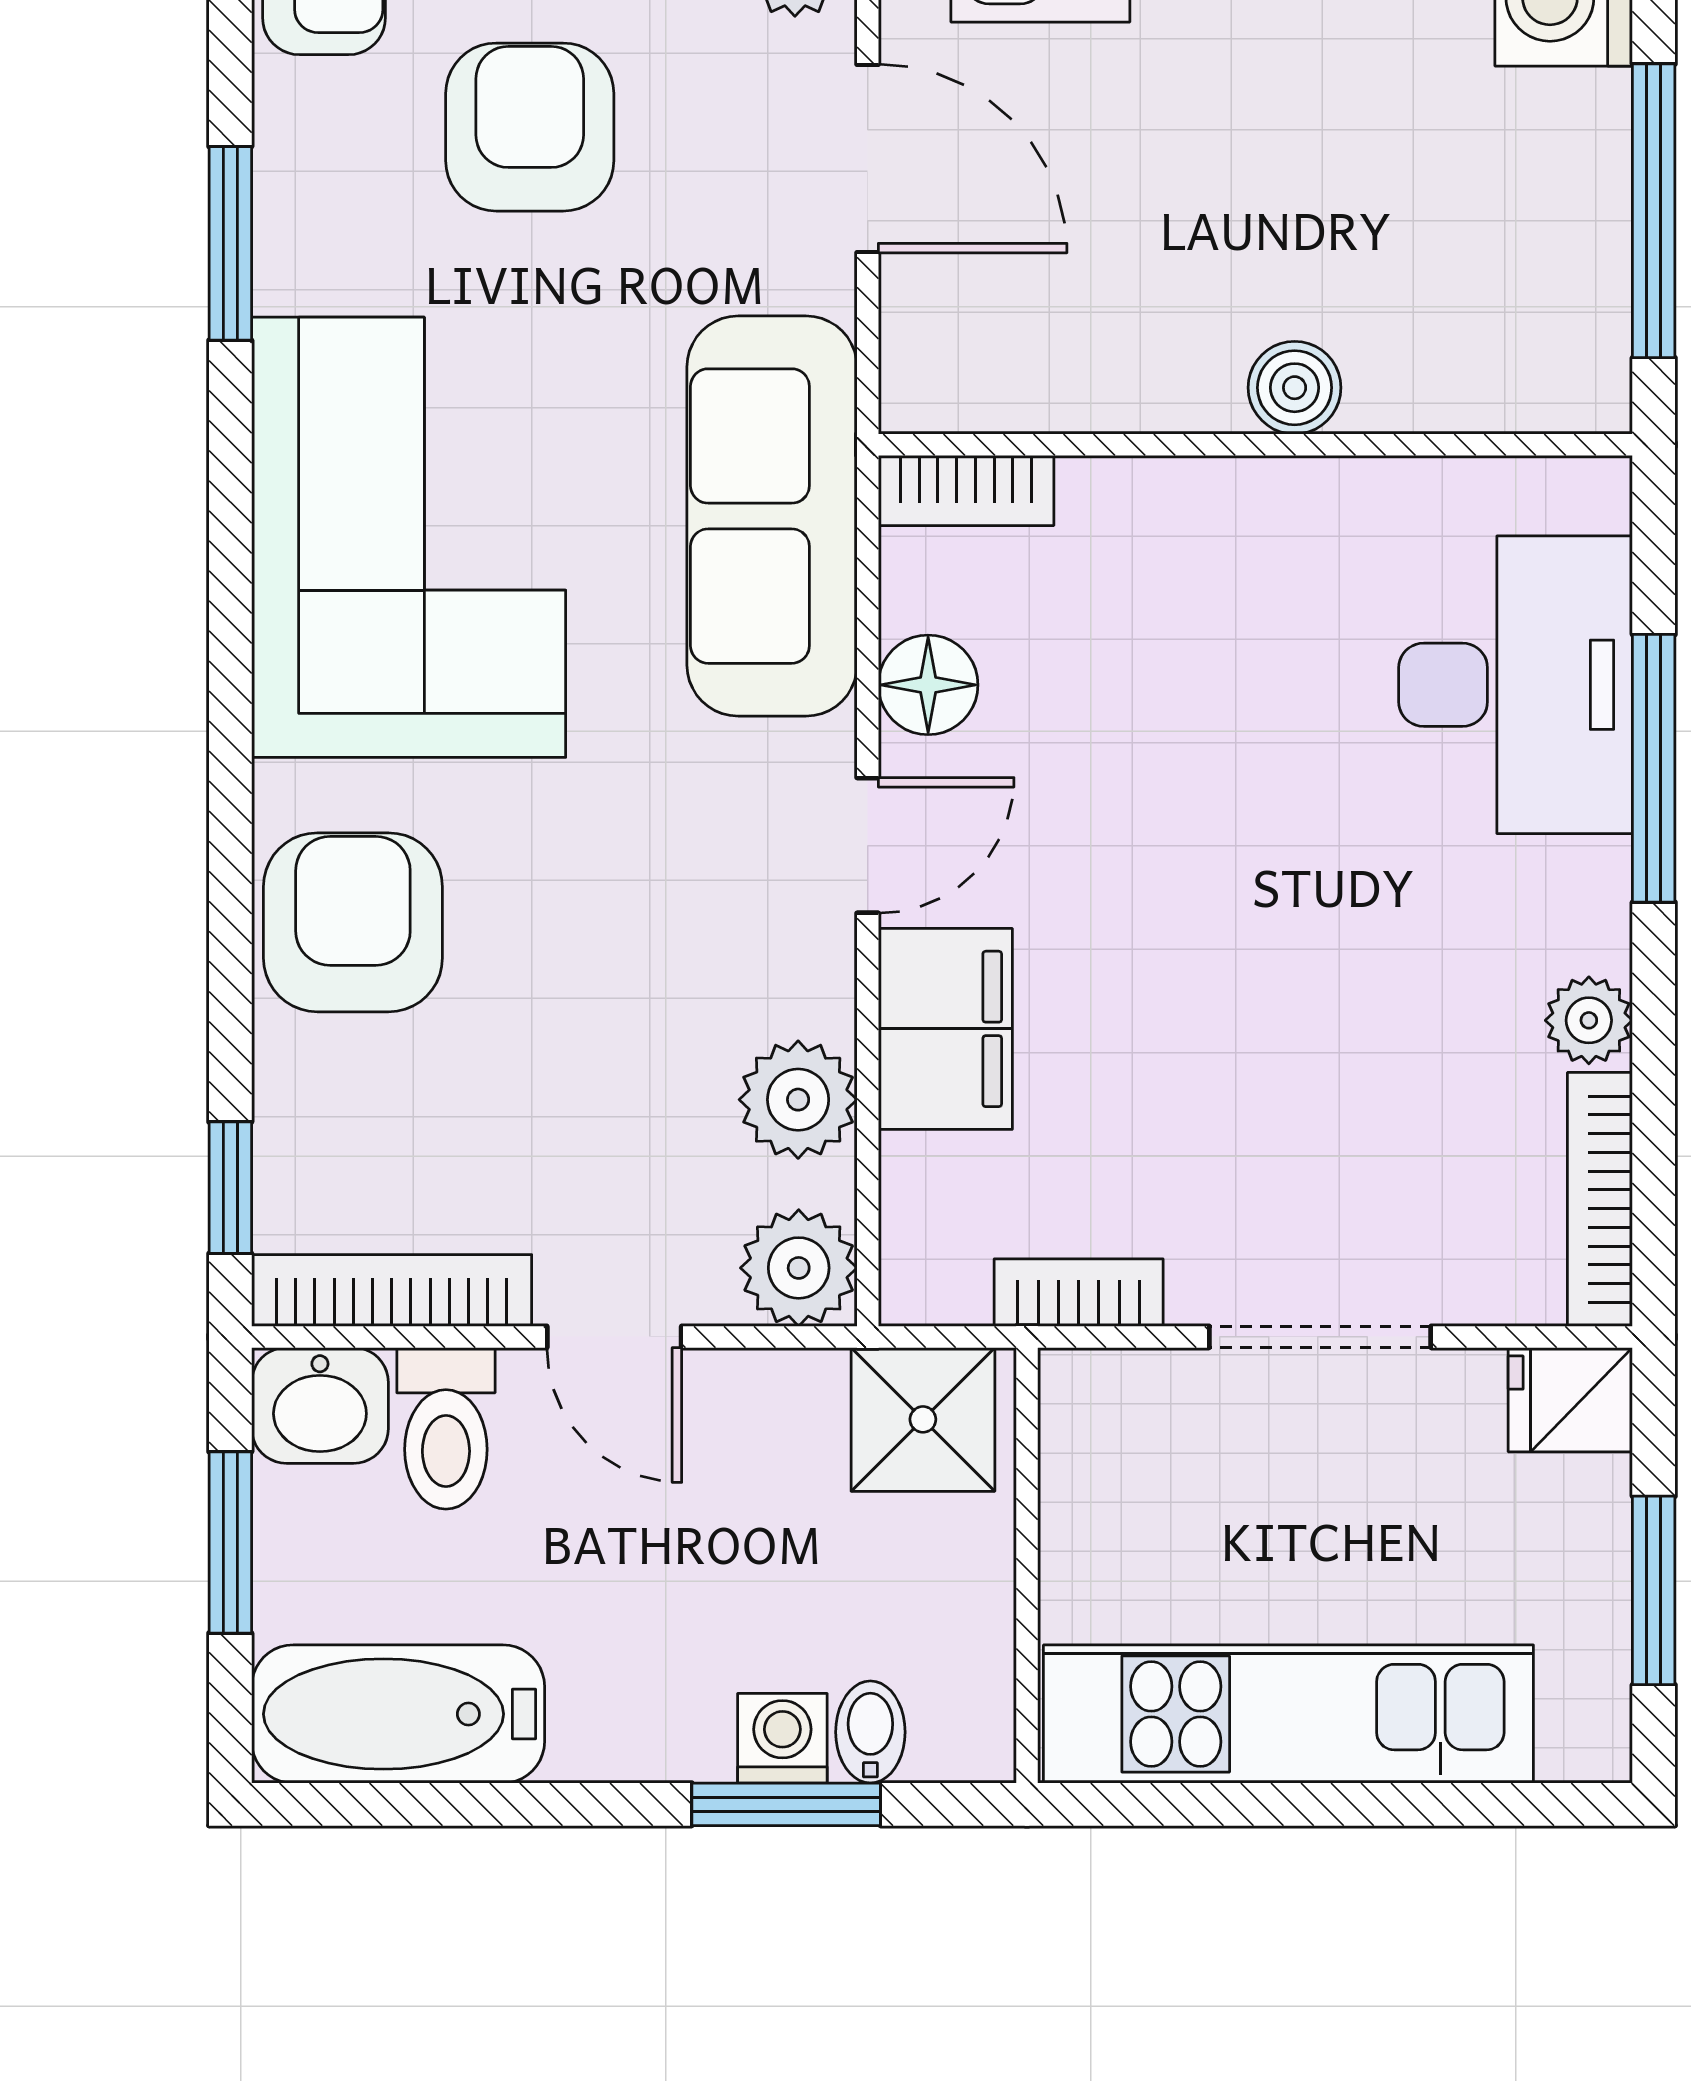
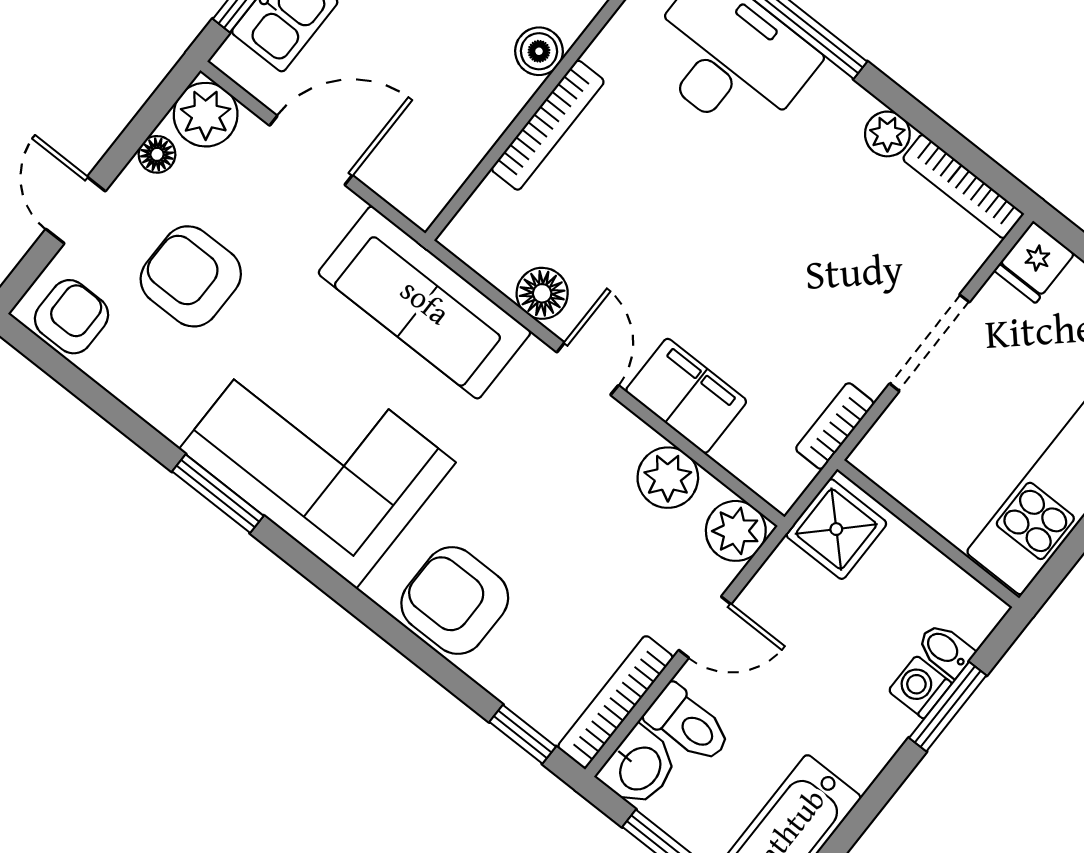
window: (230, 243) -> (218, 494), moved
bookcase: (966, 490) -> (548, 125), moved, width x1.56

